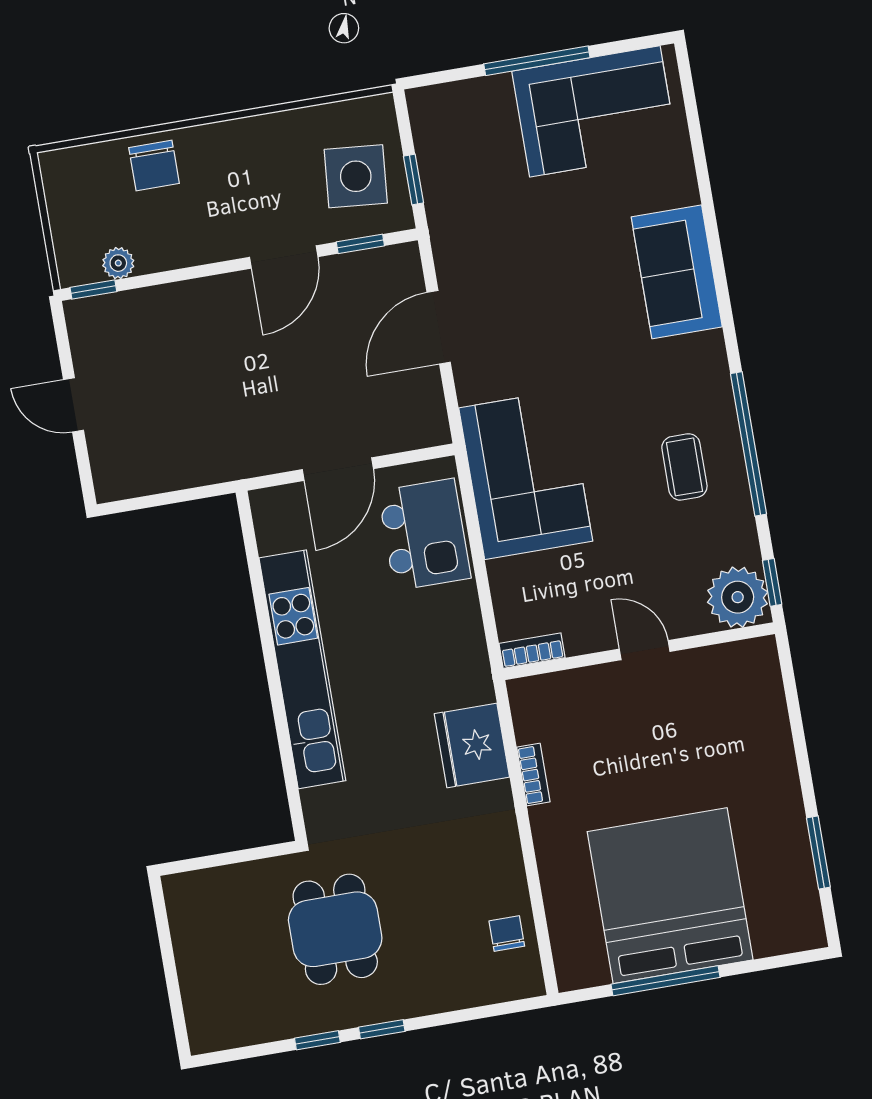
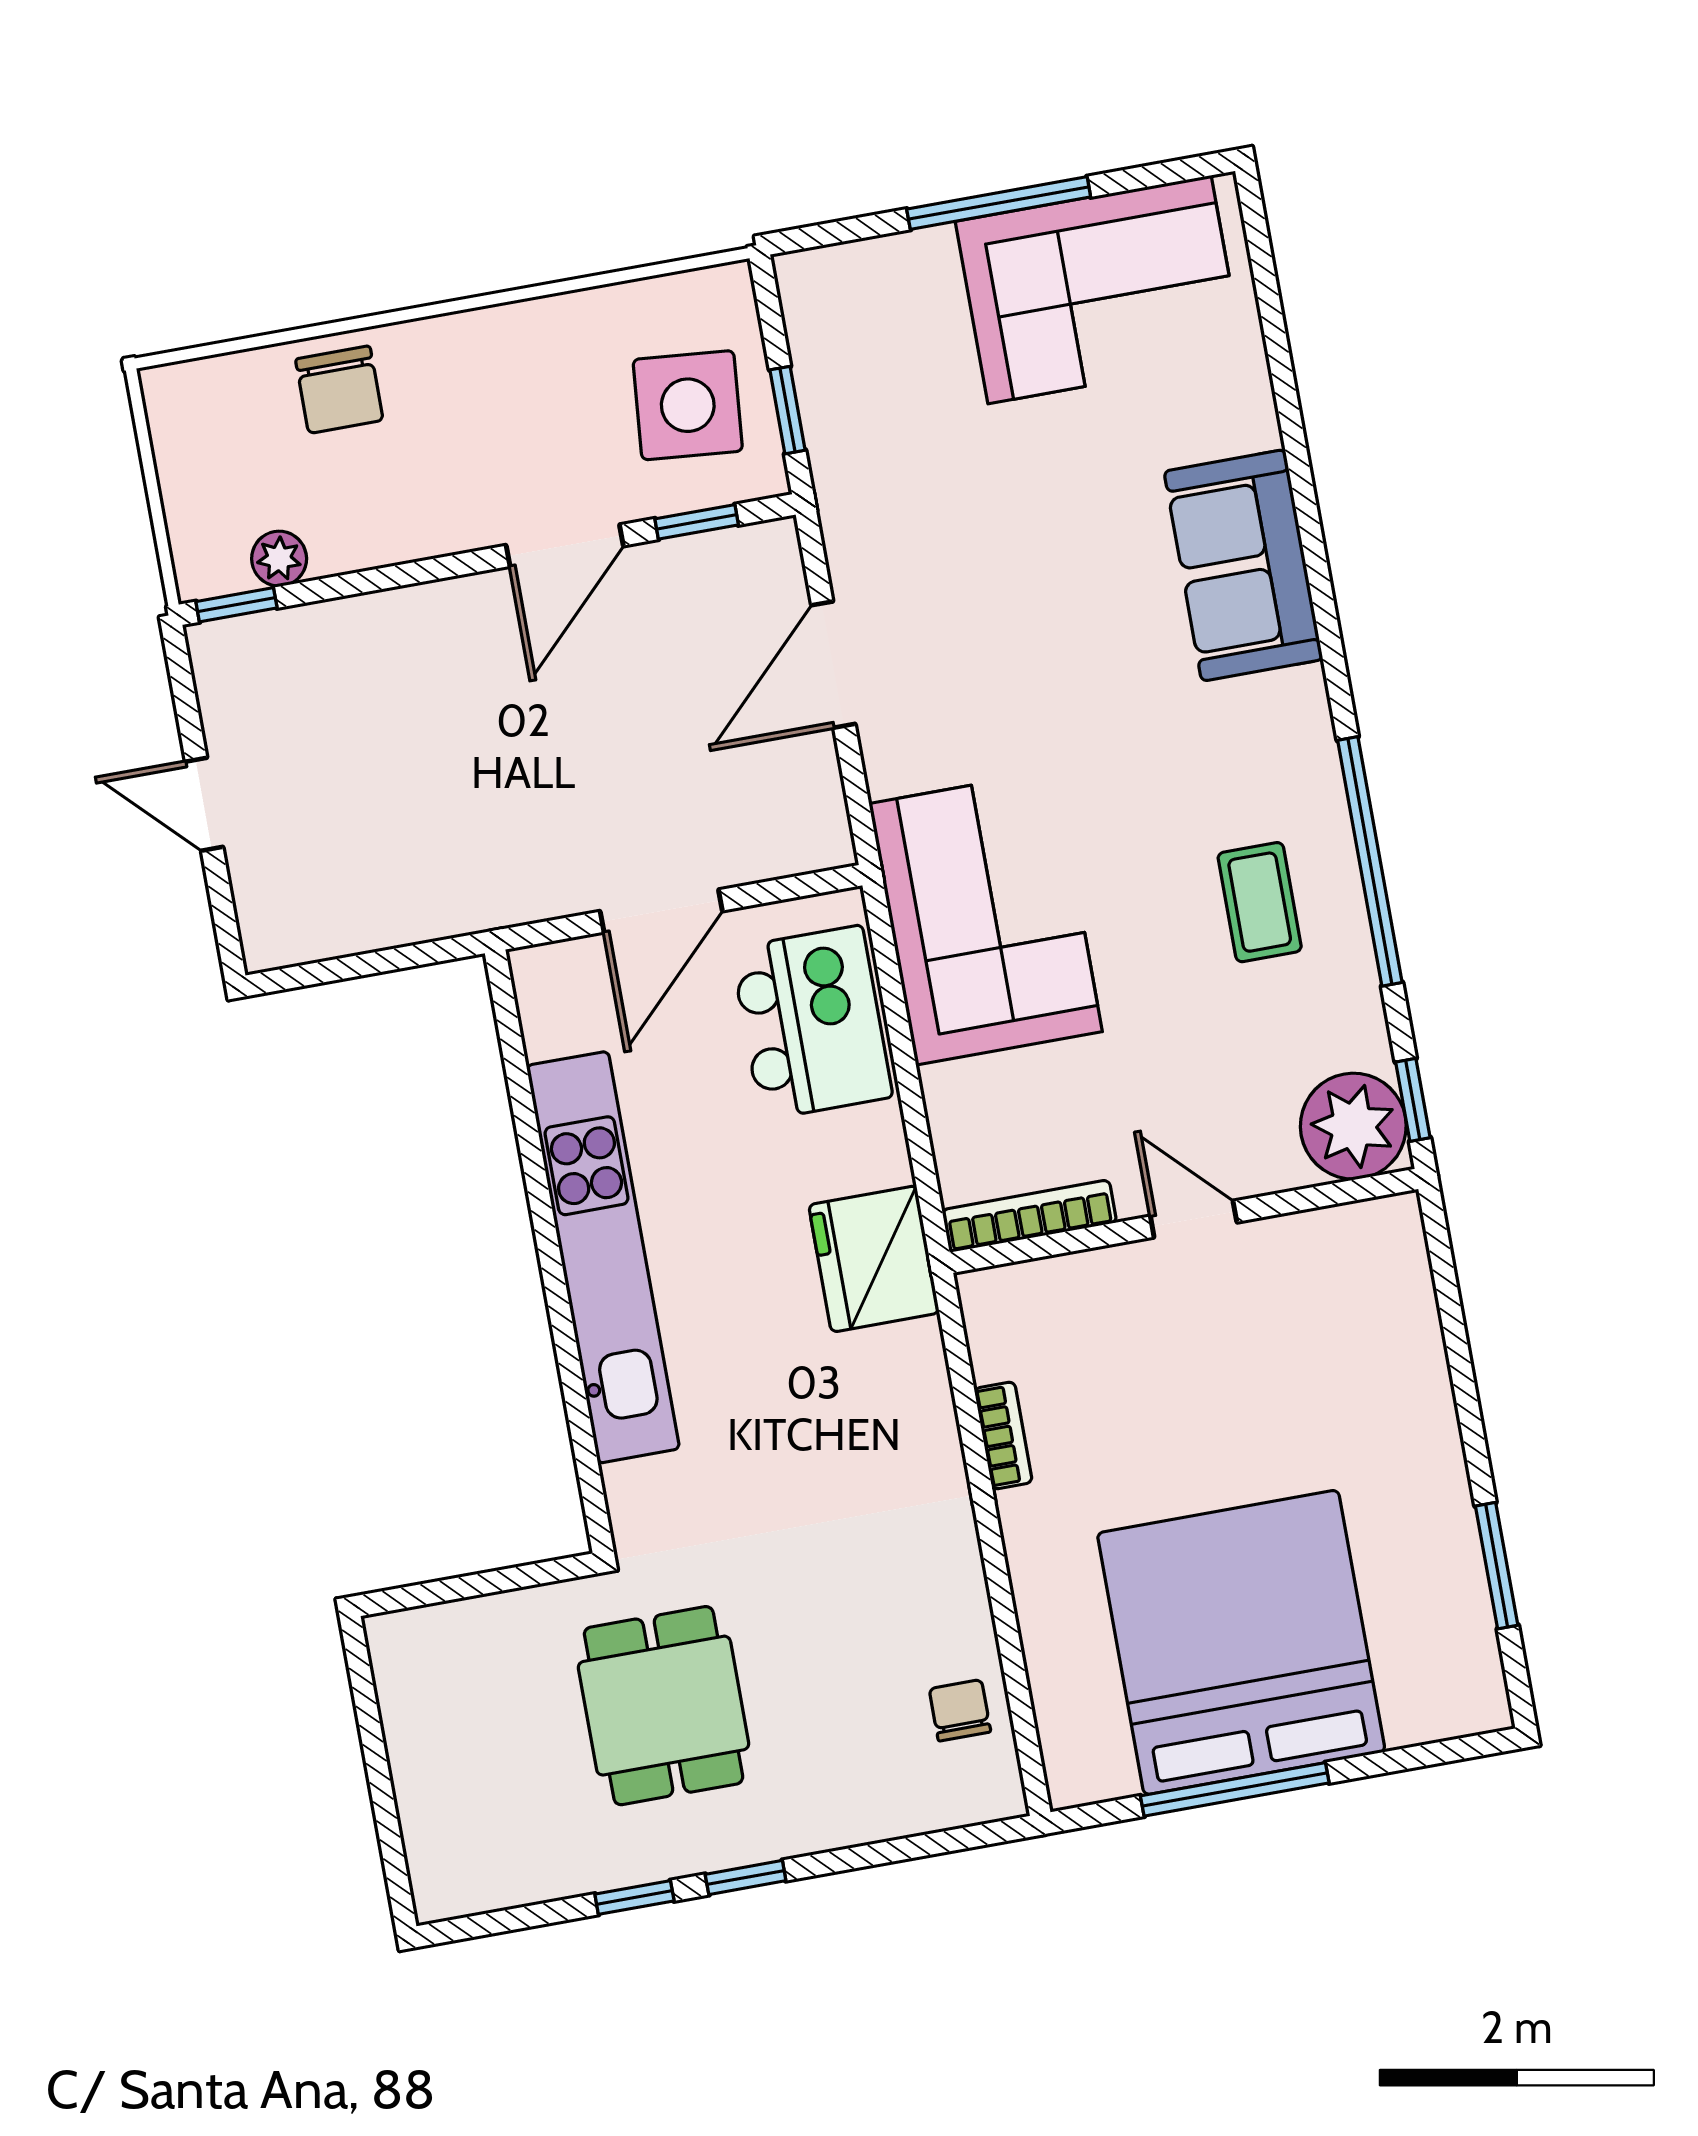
bookcase: (532, 651) -> (1029, 1216), width x1.56
fridge: (472, 745) -> (874, 1259), moved

